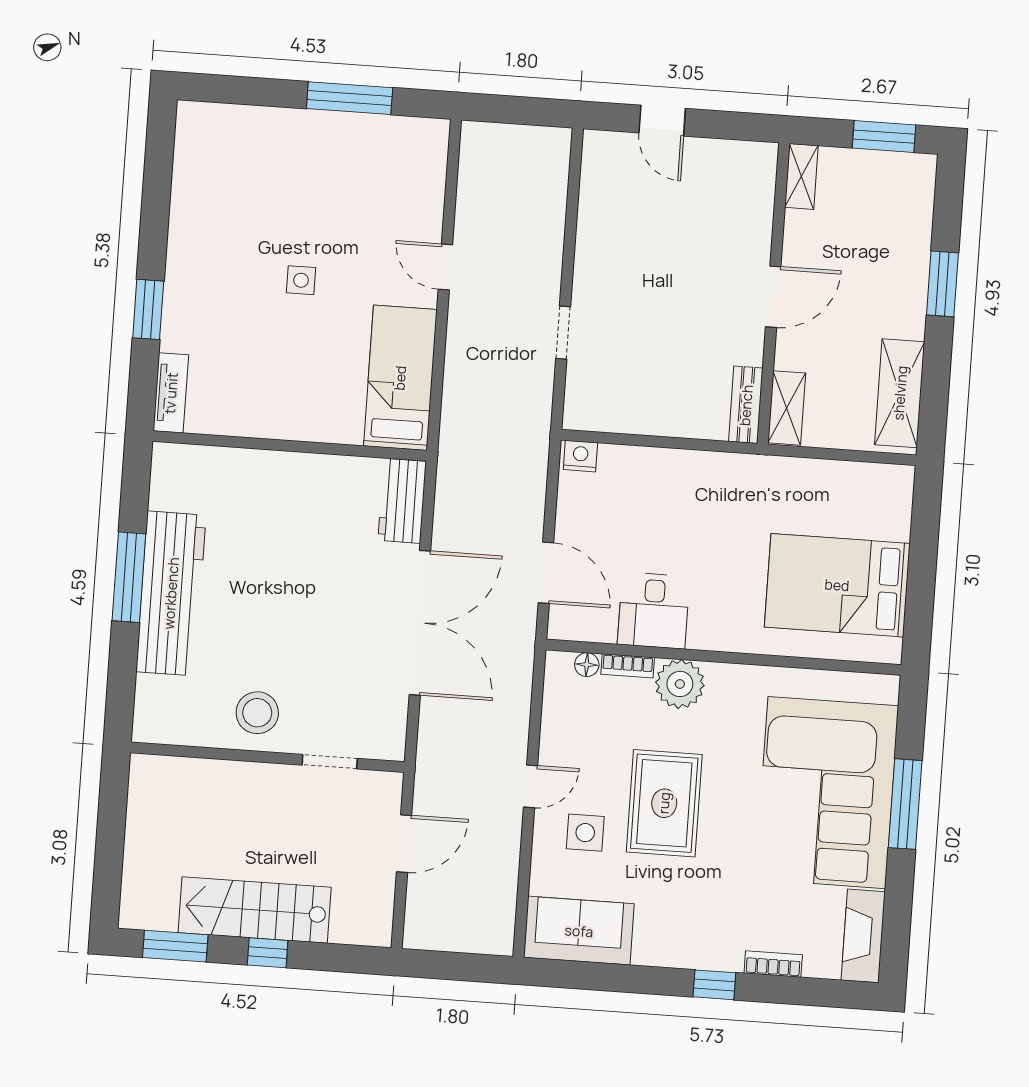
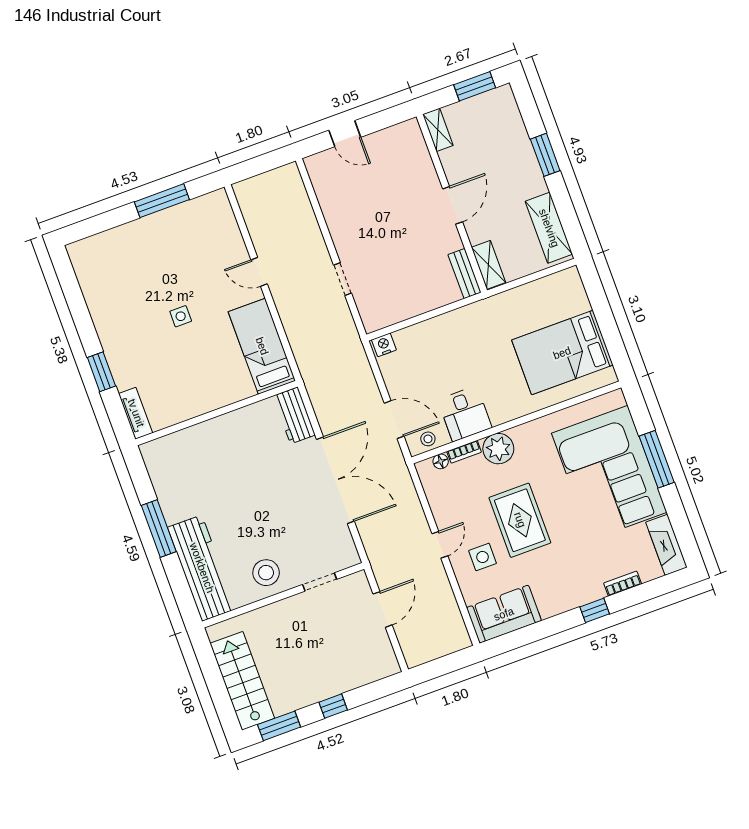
workbench: (171, 593) -> (202, 568), moved
stool: (583, 623) -> (428, 439), added
stairs: (255, 910) -> (242, 681), moved, turned 90

